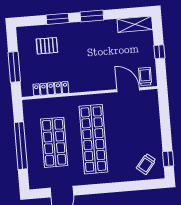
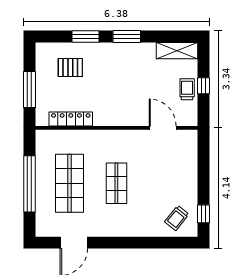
trolley: (145, 76) -> (187, 89), moved
shop shelf: (93, 139) -> (116, 183), width x0.50, depth x0.74

